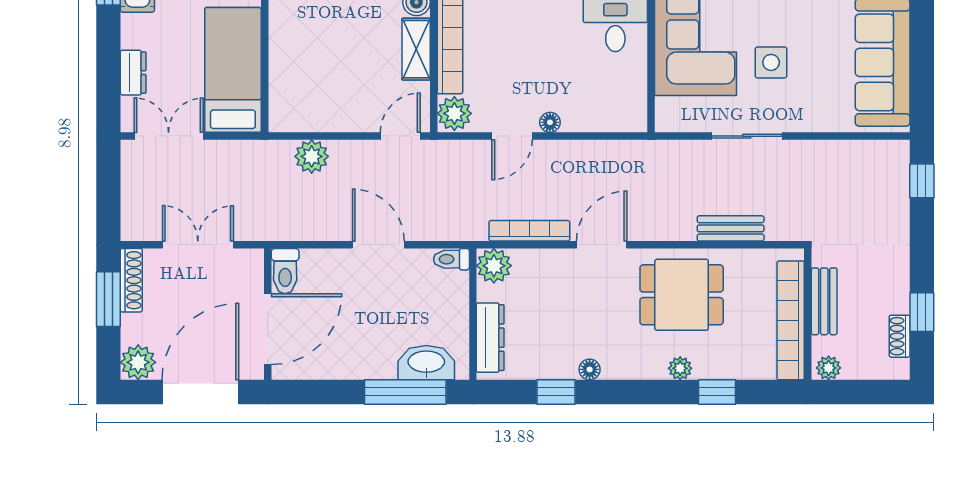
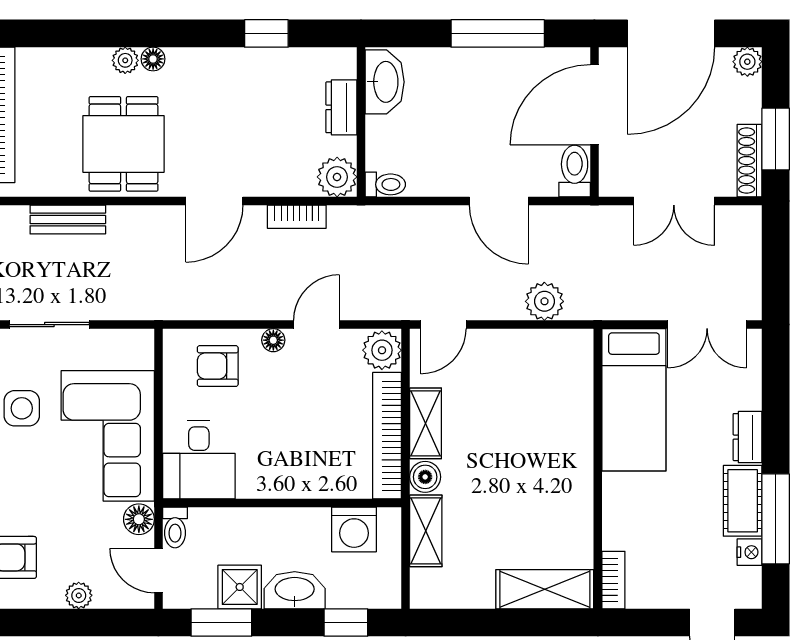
dresser: (133, 73) -> (748, 437), moved
armchair: (599, 100) -> (218, 366), added
bookcase: (529, 231) -> (297, 217), width x0.64
door: (378, 245) -> (499, 201), moved
dining table: (682, 295) -> (124, 144), turned 90
dresser: (490, 338) -> (341, 107), width x0.70
plant: (138, 362) -> (747, 62), width x0.73, depth x0.73
washbasin: (426, 363) -> (385, 82), moved, turned -90
floor lamp: (590, 369) -> (153, 59), moved
window: (405, 392) -> (498, 33), moved
window: (717, 392) -> (83, 33), removed

